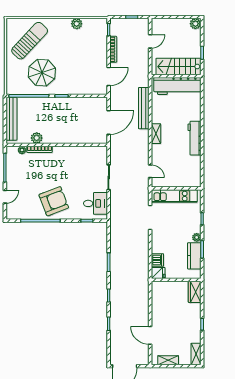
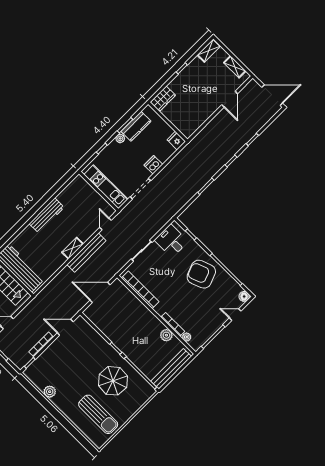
sun lounger: (30, 41) -> (98, 414), turned -133
bench: (144, 108) -> (86, 253), moved
bookcase: (84, 151) -> (140, 290), added
floor lamp: (11, 215) -> (244, 296), added
dishwasher: (157, 260) -> (153, 165), moved

